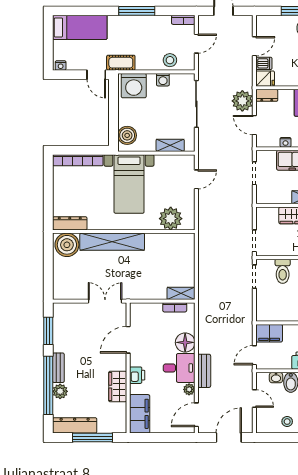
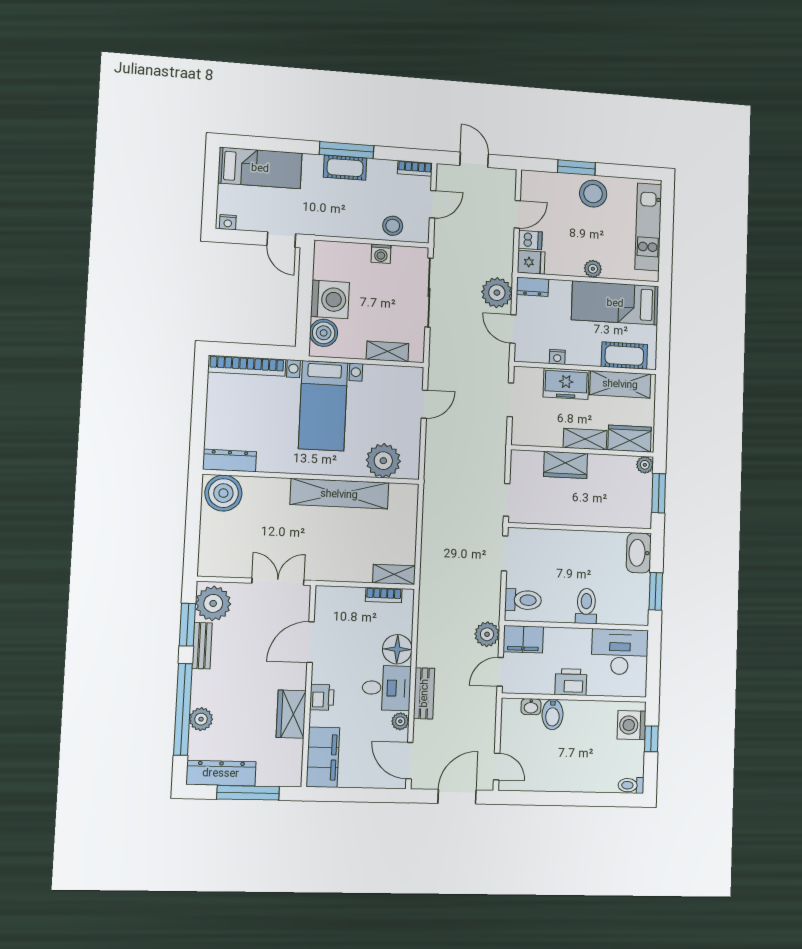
cot: (121, 63) -> (345, 168), moved
washing machine: (134, 86) -> (330, 299), moved, turned -90
shelving: (112, 242) -> (339, 494), moved
toilet: (283, 271) -> (523, 600), moved, turned -90
plant: (64, 317) -> (213, 603), added
plant: (245, 331) -> (487, 634), added
bench: (58, 368) -> (202, 646), moved
door: (254, 399) -> (497, 767), moved
door: (196, 415) -> (409, 761), hinge flipped
stool: (287, 422) -> (545, 774), removed

